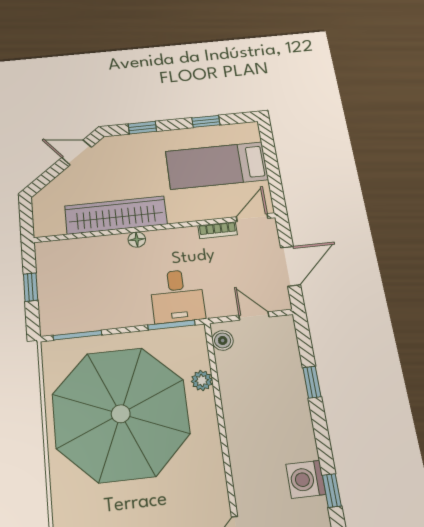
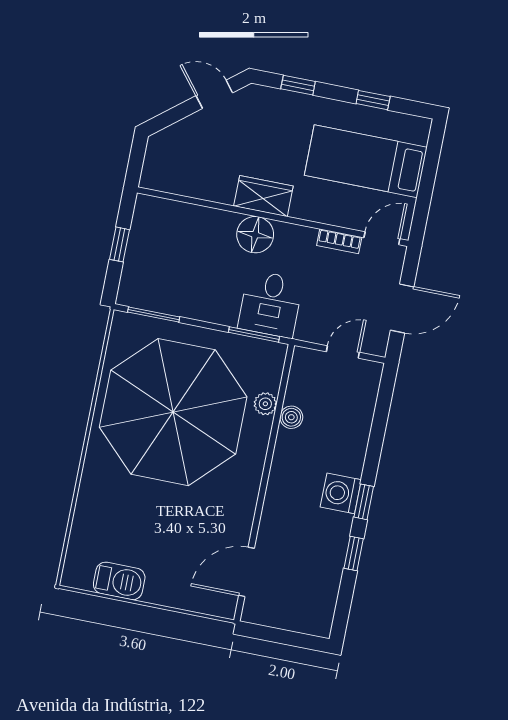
wardrobe: (116, 215) -> (263, 196), width x0.48, depth x0.85
floor lamp: (137, 240) -> (255, 235), width x1.89, depth x1.89
door: (254, 316) -> (343, 352), hinge flipped
boiler: (223, 340) -> (291, 417), moved
window: (312, 382) -> (364, 502), moved
washing machine: (306, 479) -> (341, 493), moved

